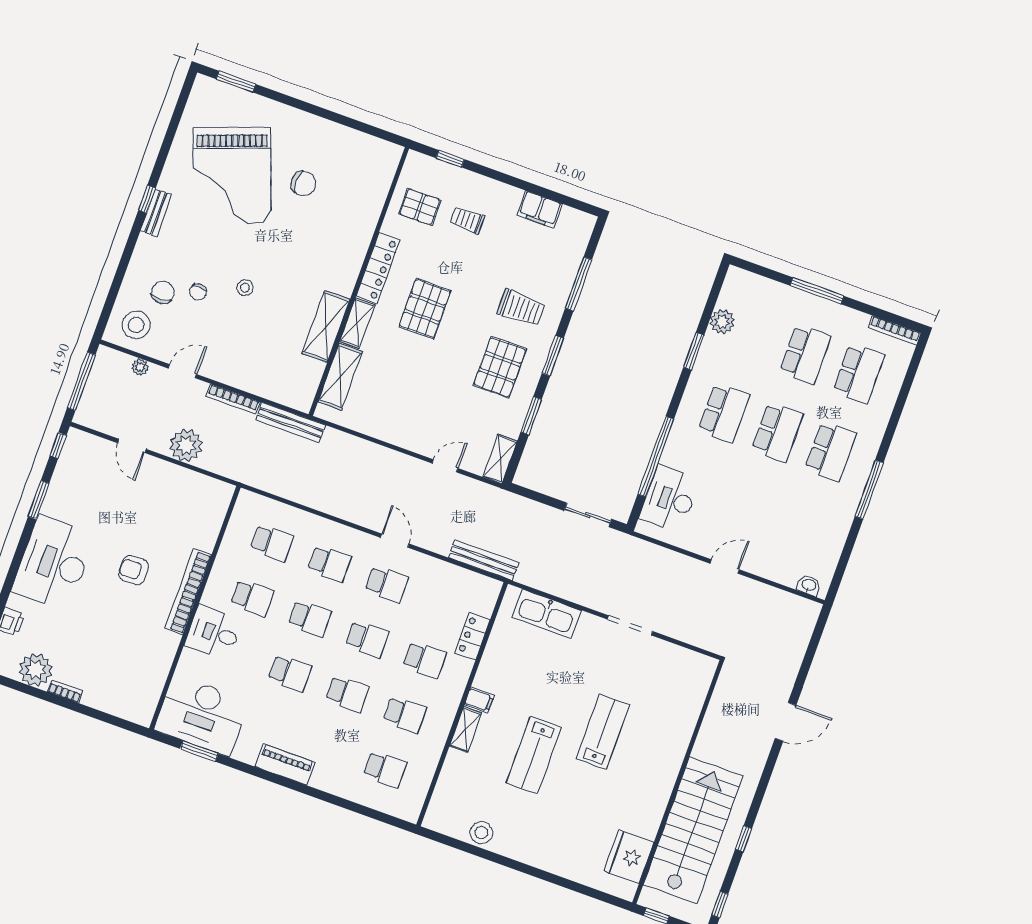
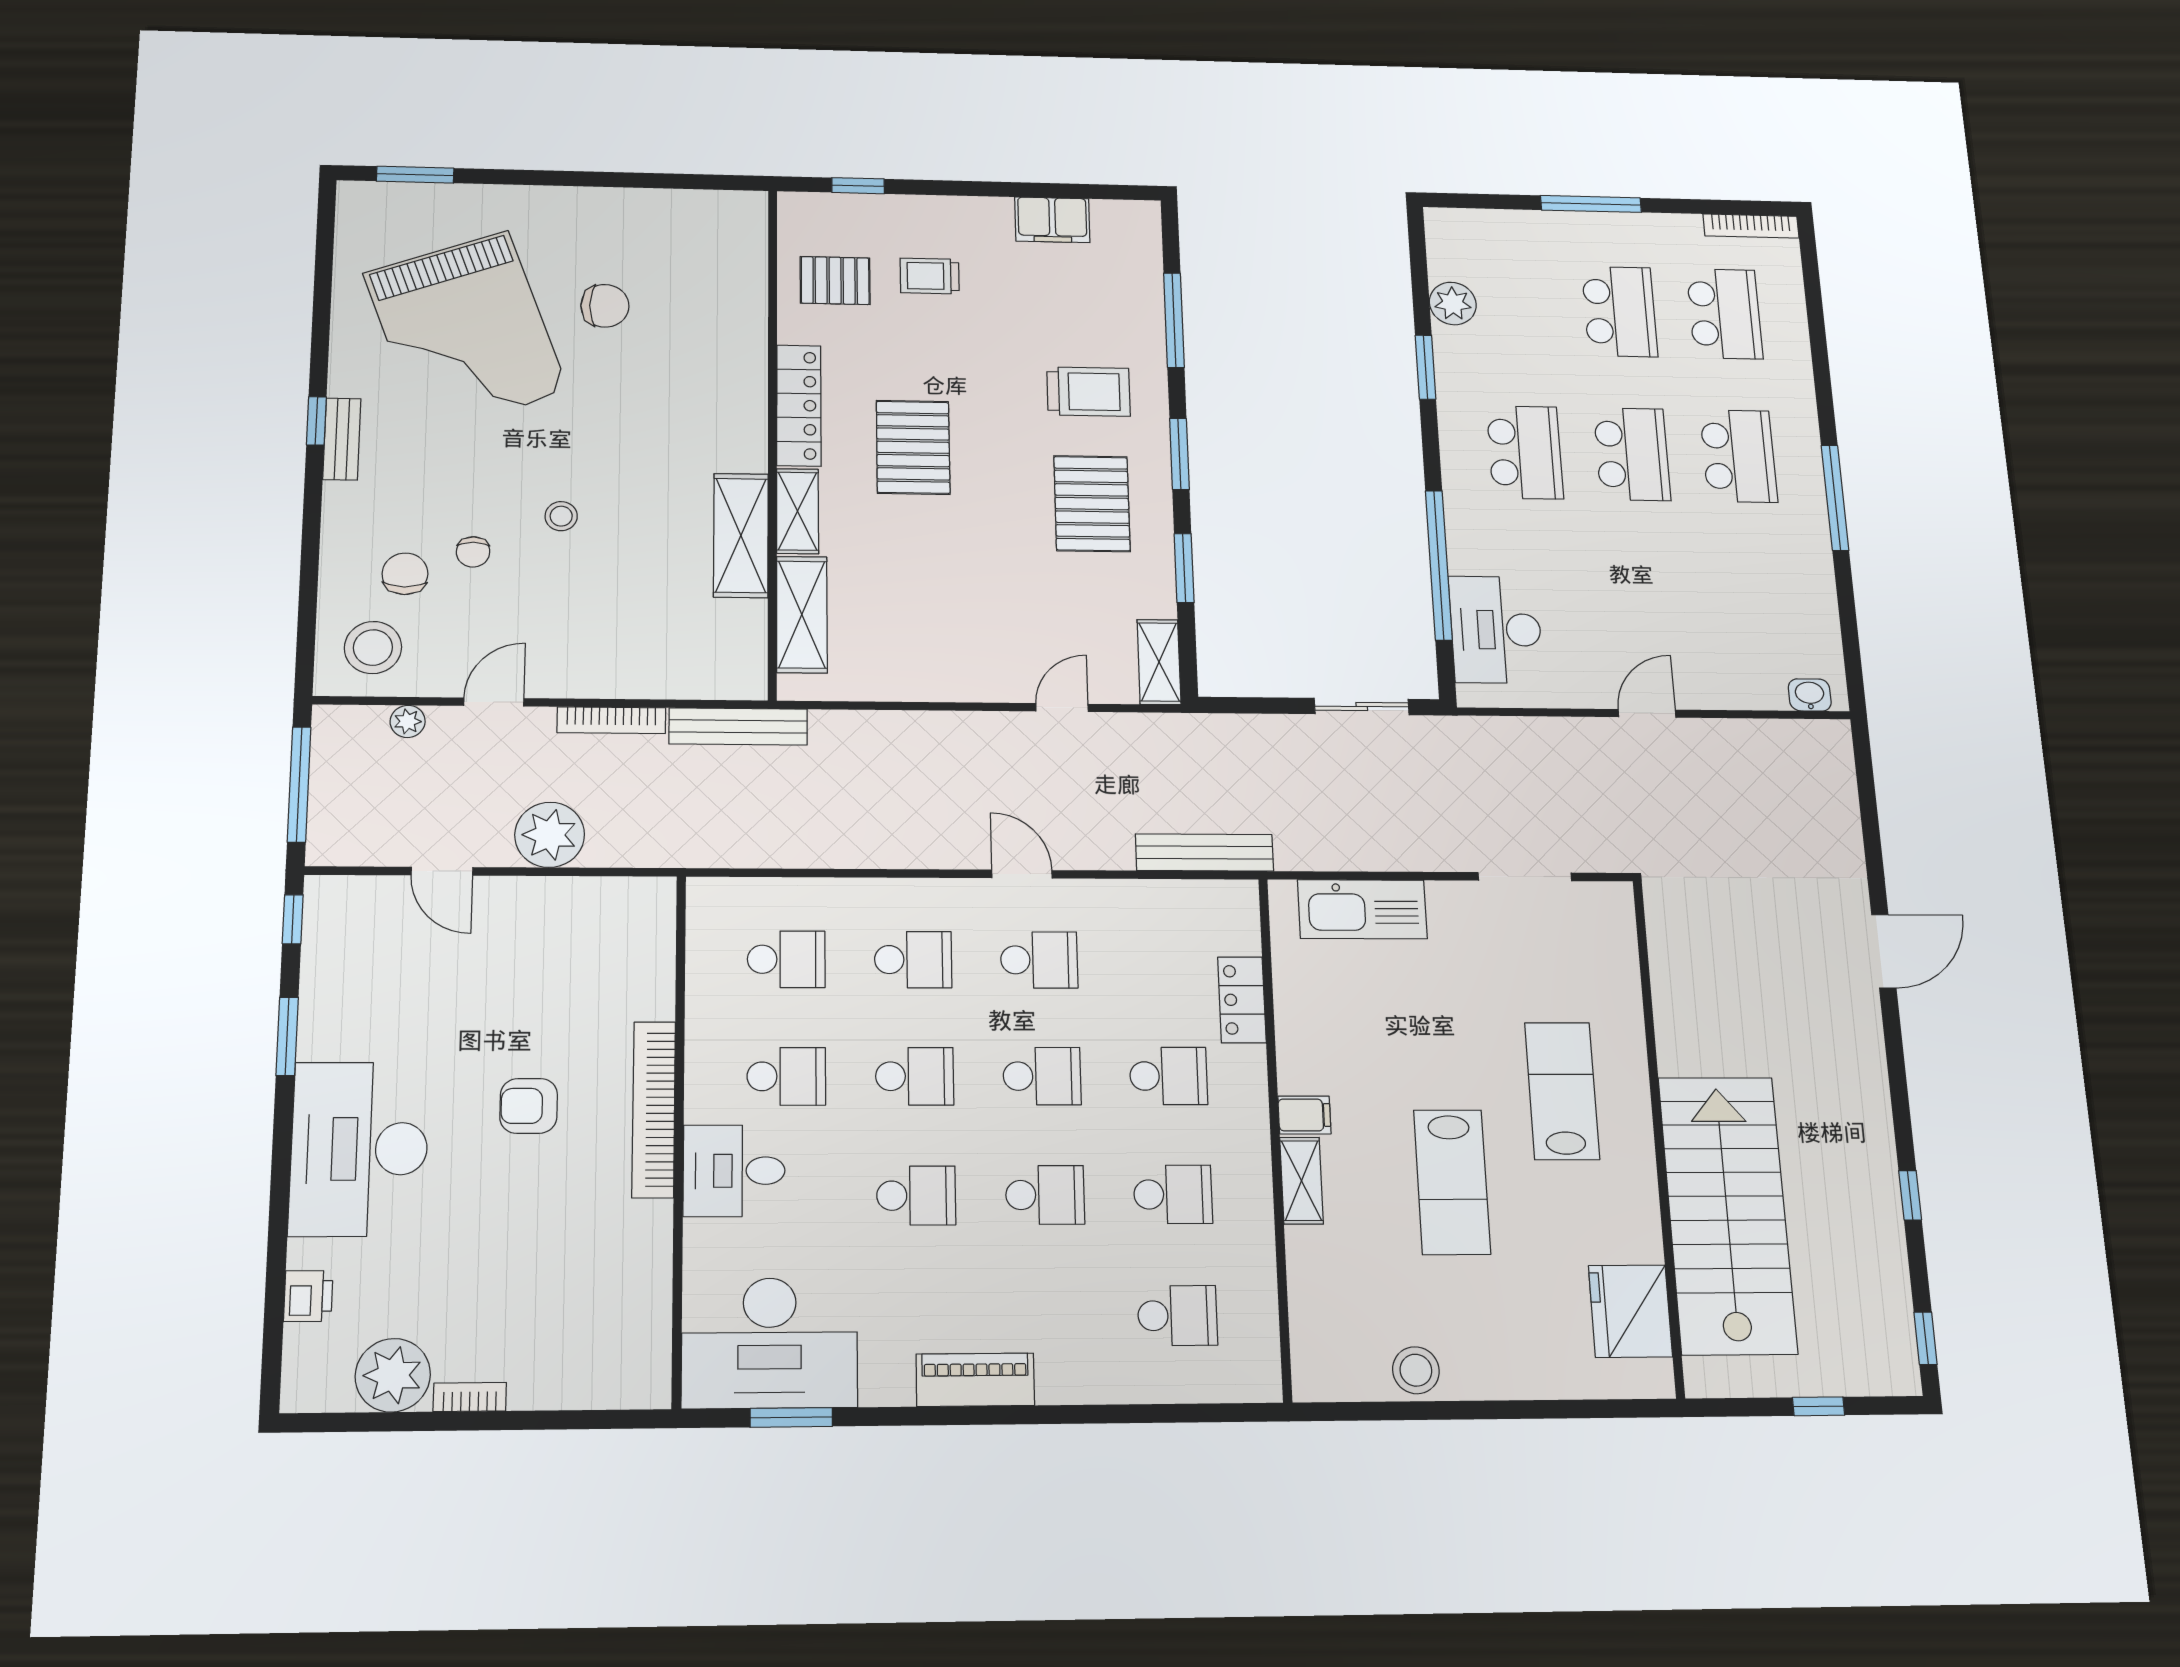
wall: (678, 782) -> (1658, 1134), moved
stairs: (693, 830) -> (1727, 1215), moved
fridge: (629, 857) -> (1630, 1311), moved

